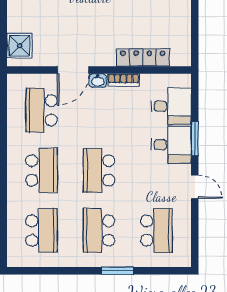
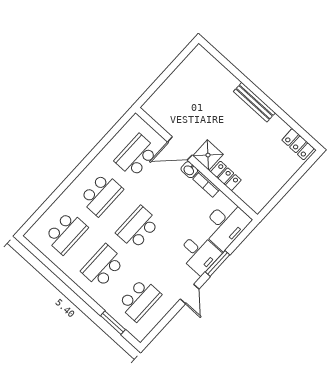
shower: (20, 46) -> (208, 155), moved
locker: (143, 58) -> (226, 176), width x0.66
desk: (171, 106) -> (225, 224), width x1.37
window: (117, 271) -> (113, 323), moved

